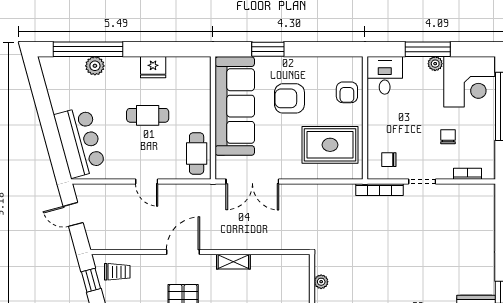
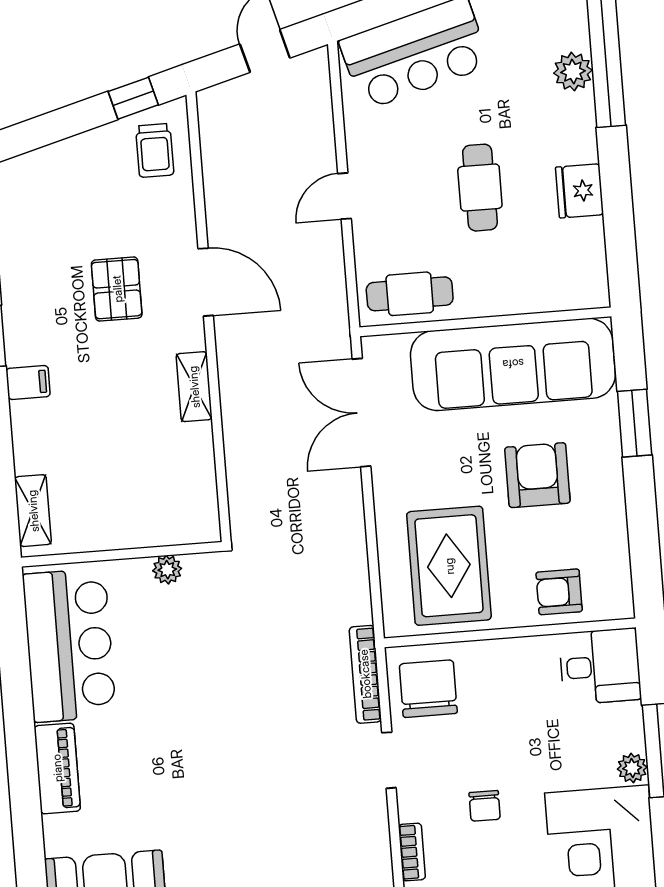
chair: (448, 137) -> (485, 806), turned 90
chair: (389, 160) -> (428, 689), width x1.87, depth x1.87

